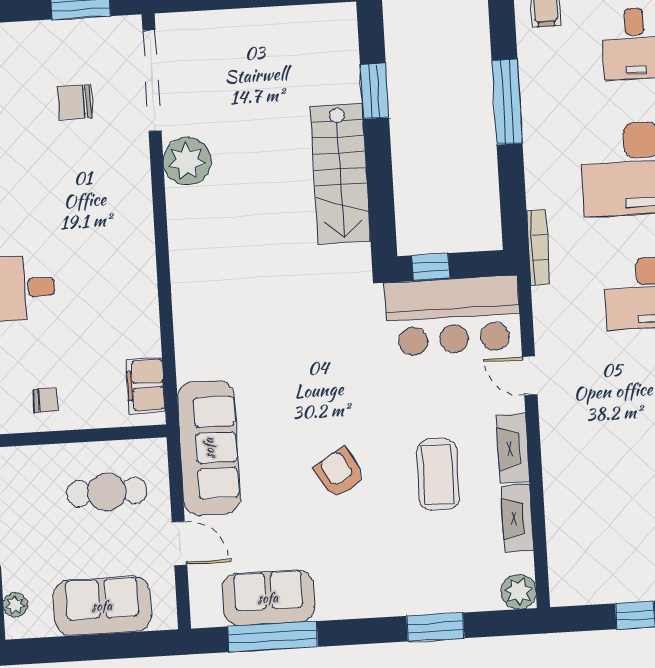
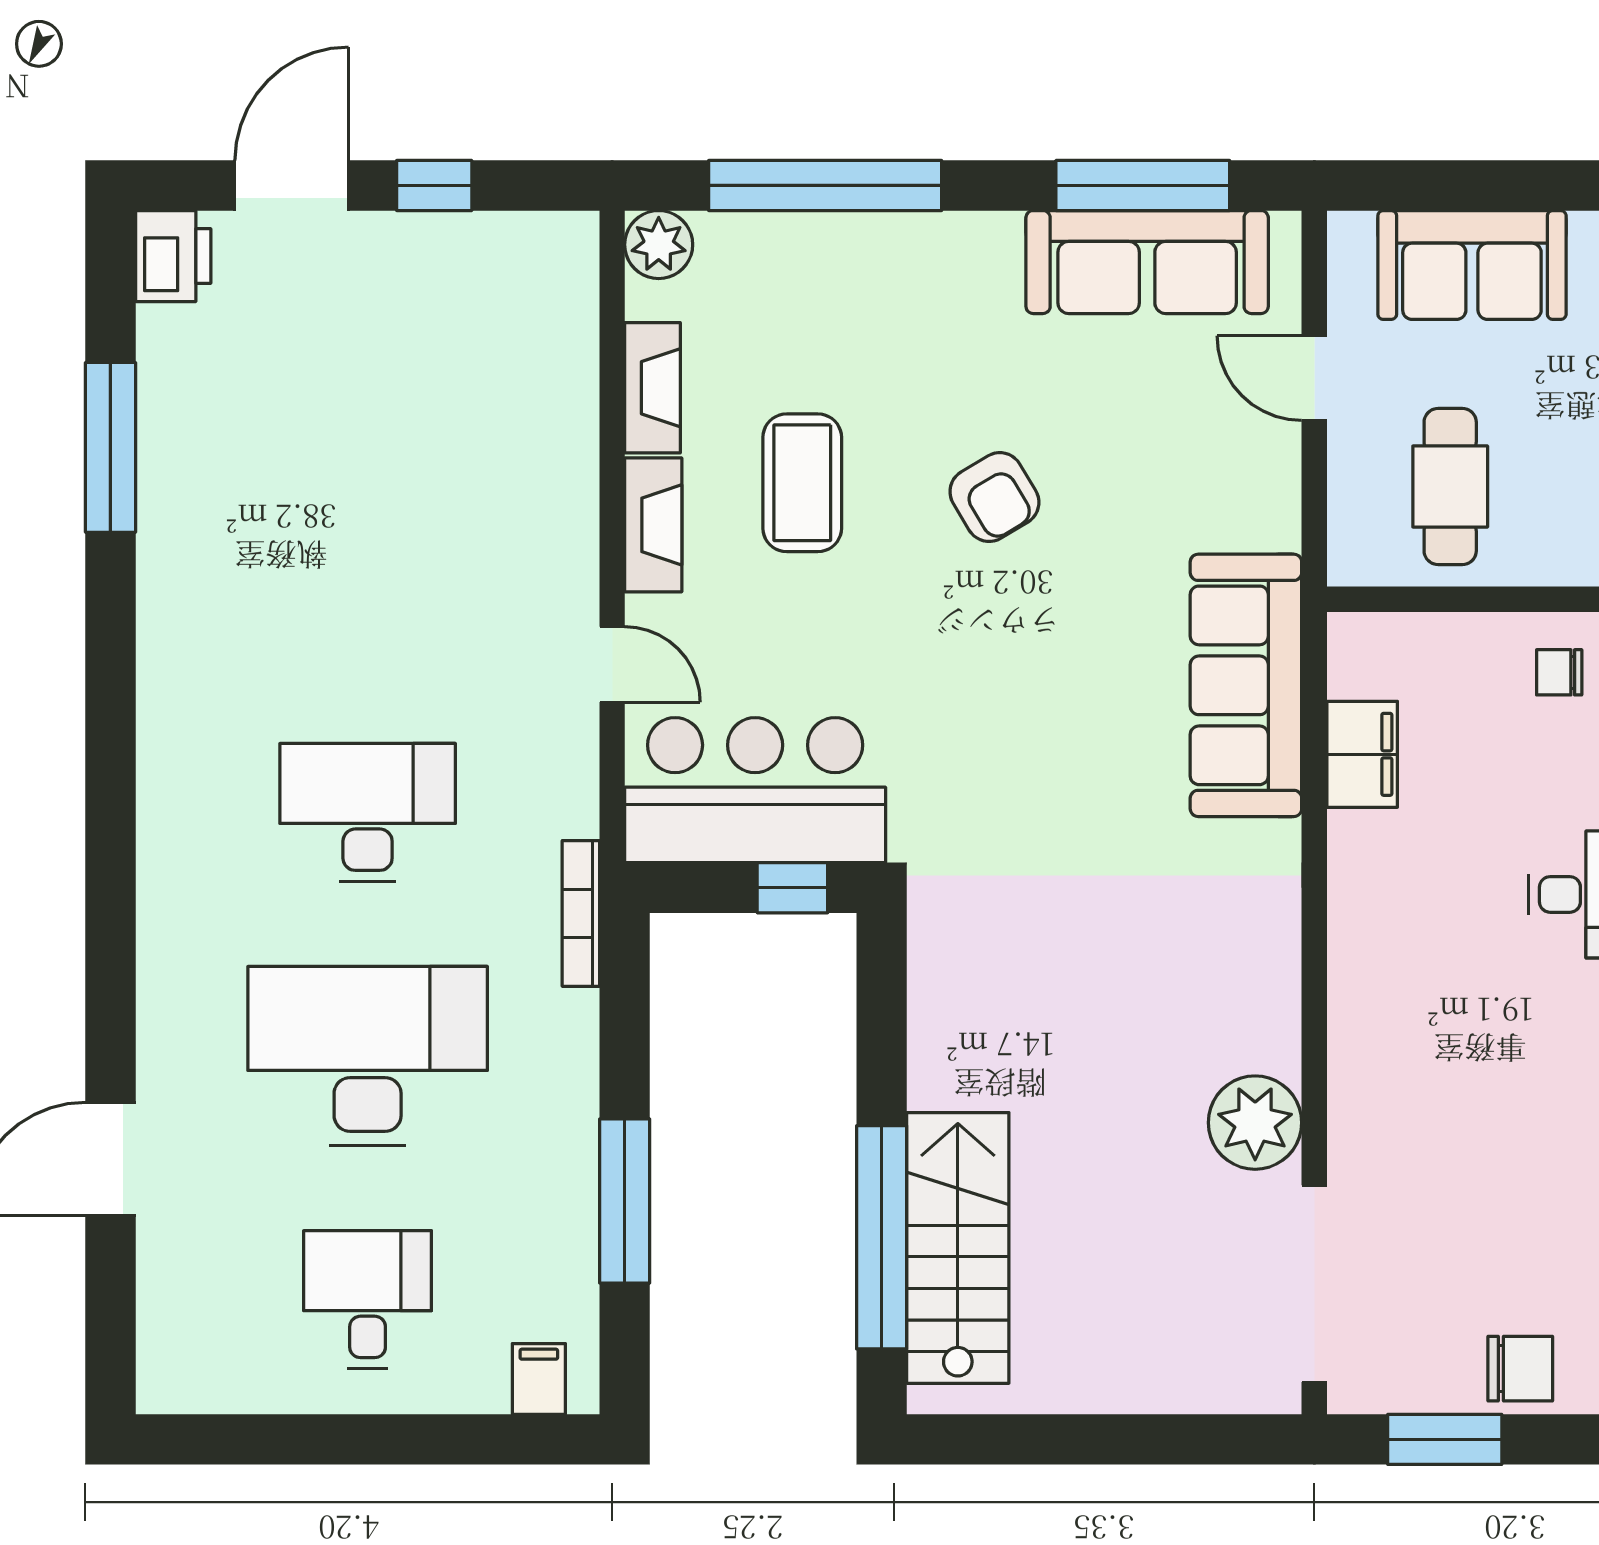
window: (375, 91) -> (882, 1237), width x2.11
chair: (75, 102) -> (1520, 1369), moved
stairs: (340, 174) -> (958, 1248), moved
filing cabinet: (146, 385) -> (1362, 754), moved
sofa: (209, 448) -> (1246, 685), moved
cafe table: (107, 492) -> (1450, 487), turned 90
sofa: (268, 598) -> (1147, 262), width x1.36
window: (435, 627) -> (825, 185), width x2.11

